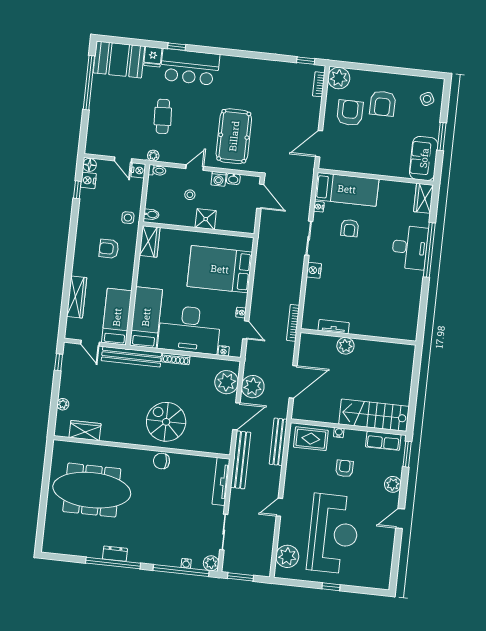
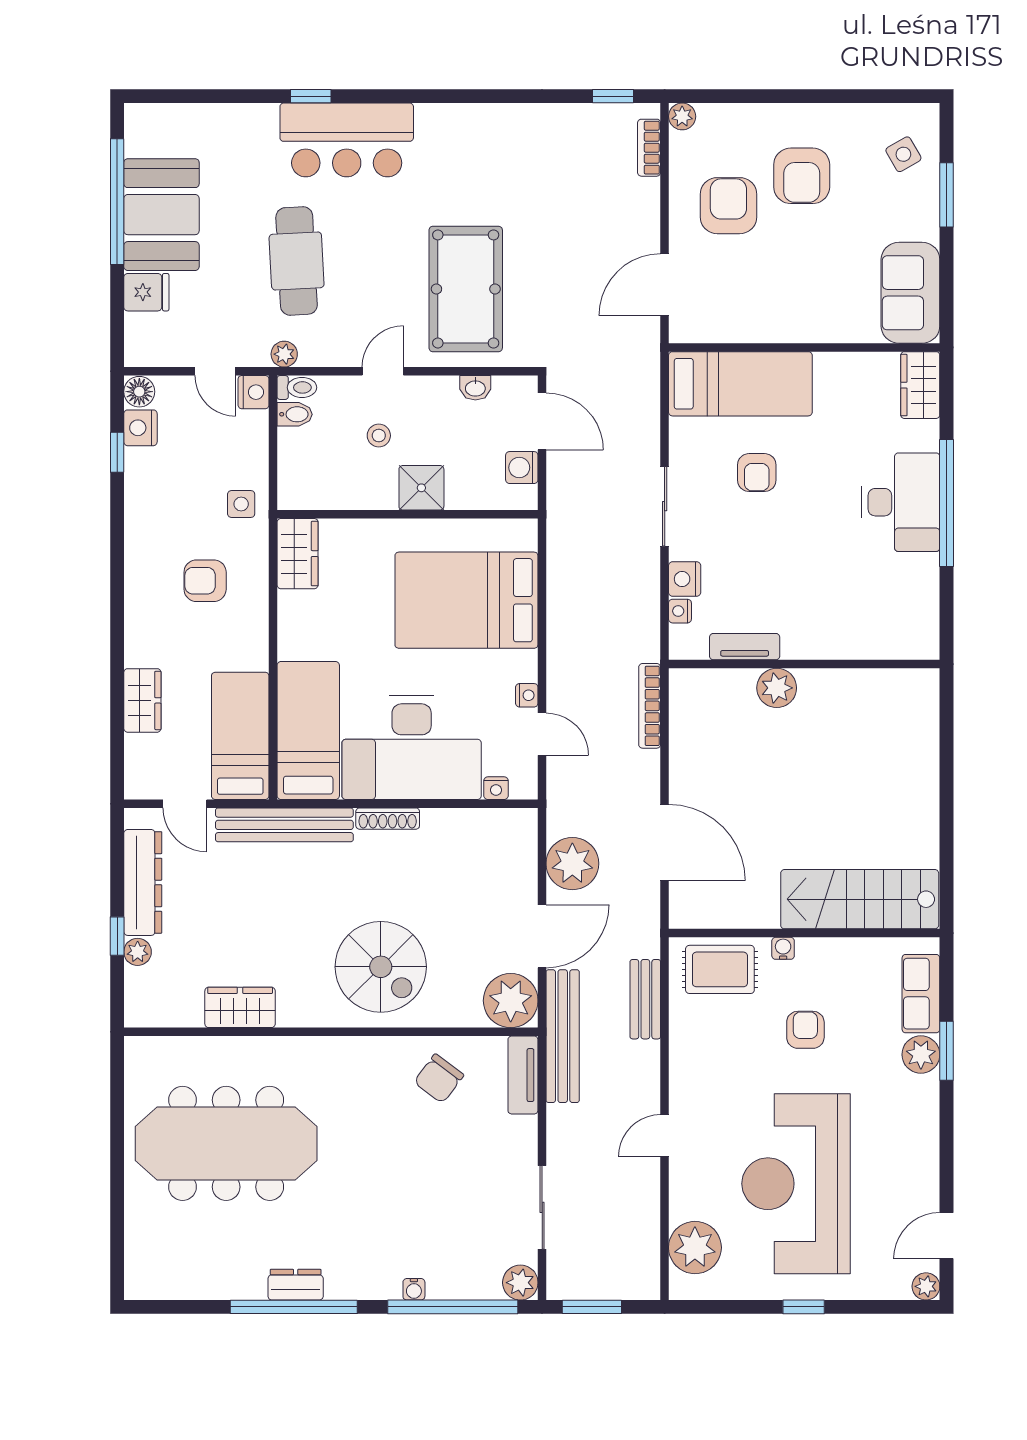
fridge: (153, 57) -> (146, 292), moved, turned -90
booth: (119, 60) -> (161, 215), moved, turned 90
plant: (339, 78) -> (682, 116), width x0.53, depth x0.53
cafe table: (163, 116) -> (297, 261), width x1.37, depth x1.35
window: (442, 137) -> (947, 195), moved
washing machine: (219, 179) -> (522, 468), moved, turned 90
nightstand: (319, 207) -> (680, 611), moved
bidet: (151, 214) -> (295, 414), moved
wardrobe: (77, 297) -> (142, 700), width x0.67
tv unit: (334, 327) -> (745, 647), moved
wall: (358, 337) -> (804, 664), moved
plant: (345, 346) -> (777, 688), moved
window: (59, 362) -> (117, 936), moved
dresser: (68, 375) -> (143, 882), added
plant: (227, 382) -> (511, 1001), moved
door: (293, 382) -> (665, 842), hinge flipped
spiral stairs: (166, 422) -> (381, 967), turned 180
wardrobe: (85, 431) -> (240, 1007), moved
row of seats: (383, 441) -> (921, 994), moved, turned 90
bench: (278, 442) -> (645, 999), width x0.73
window: (407, 454) -> (947, 1051), moved
chair: (162, 461) -> (439, 1079), moved, turned -53
tv unit: (221, 481) -> (523, 1075), width x0.71
door: (400, 519) -> (947, 1236), moved
reception desk: (333, 534) -> (796, 1184), turned 180
water cooler: (186, 563) -> (414, 1289), moved
plant: (384, 584) -> (926, 1286), added

